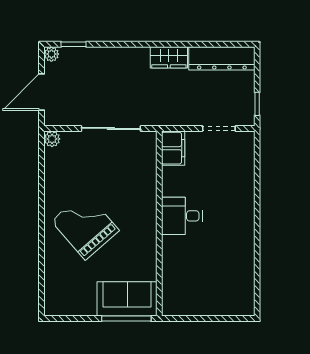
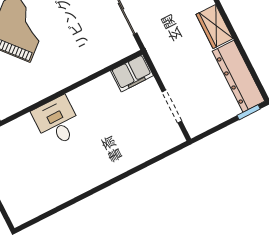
window: (257, 104) -> (249, 112), moved
desk: (182, 216) -> (57, 121), moved

